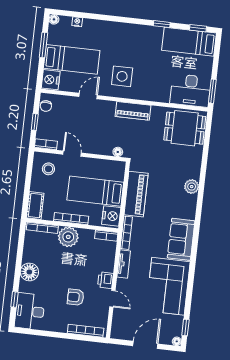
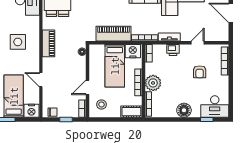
side table: (122, 76) -> (18, 42), moved
printer: (105, 280) -> (173, 50), moved

